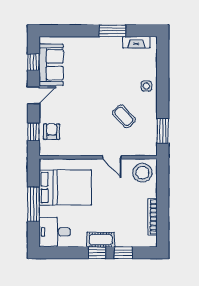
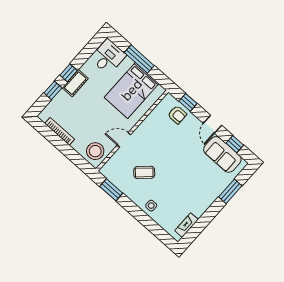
window: (112, 31) -> (230, 191), moved

